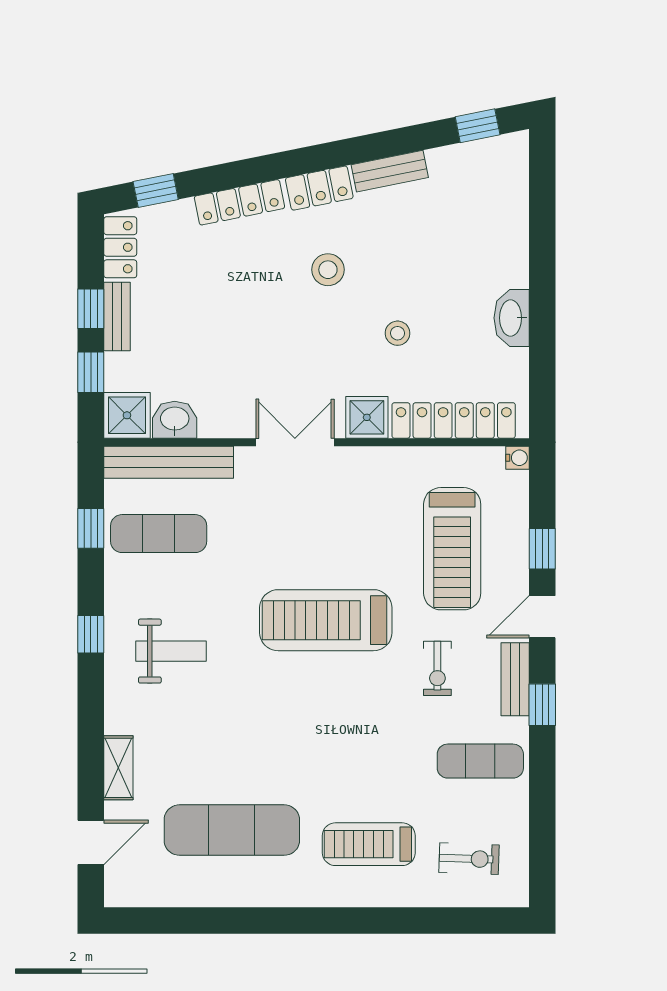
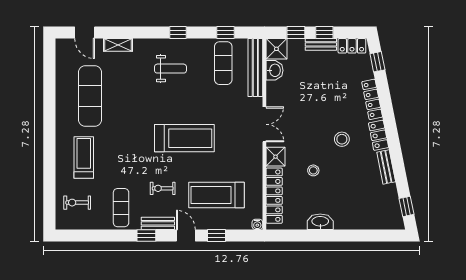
treadmill: (326, 620) -> (184, 138), turned 90
weight bench: (171, 651) -> (170, 69), turned -90
exercise bike: (469, 859) -> (77, 203), turned 88

